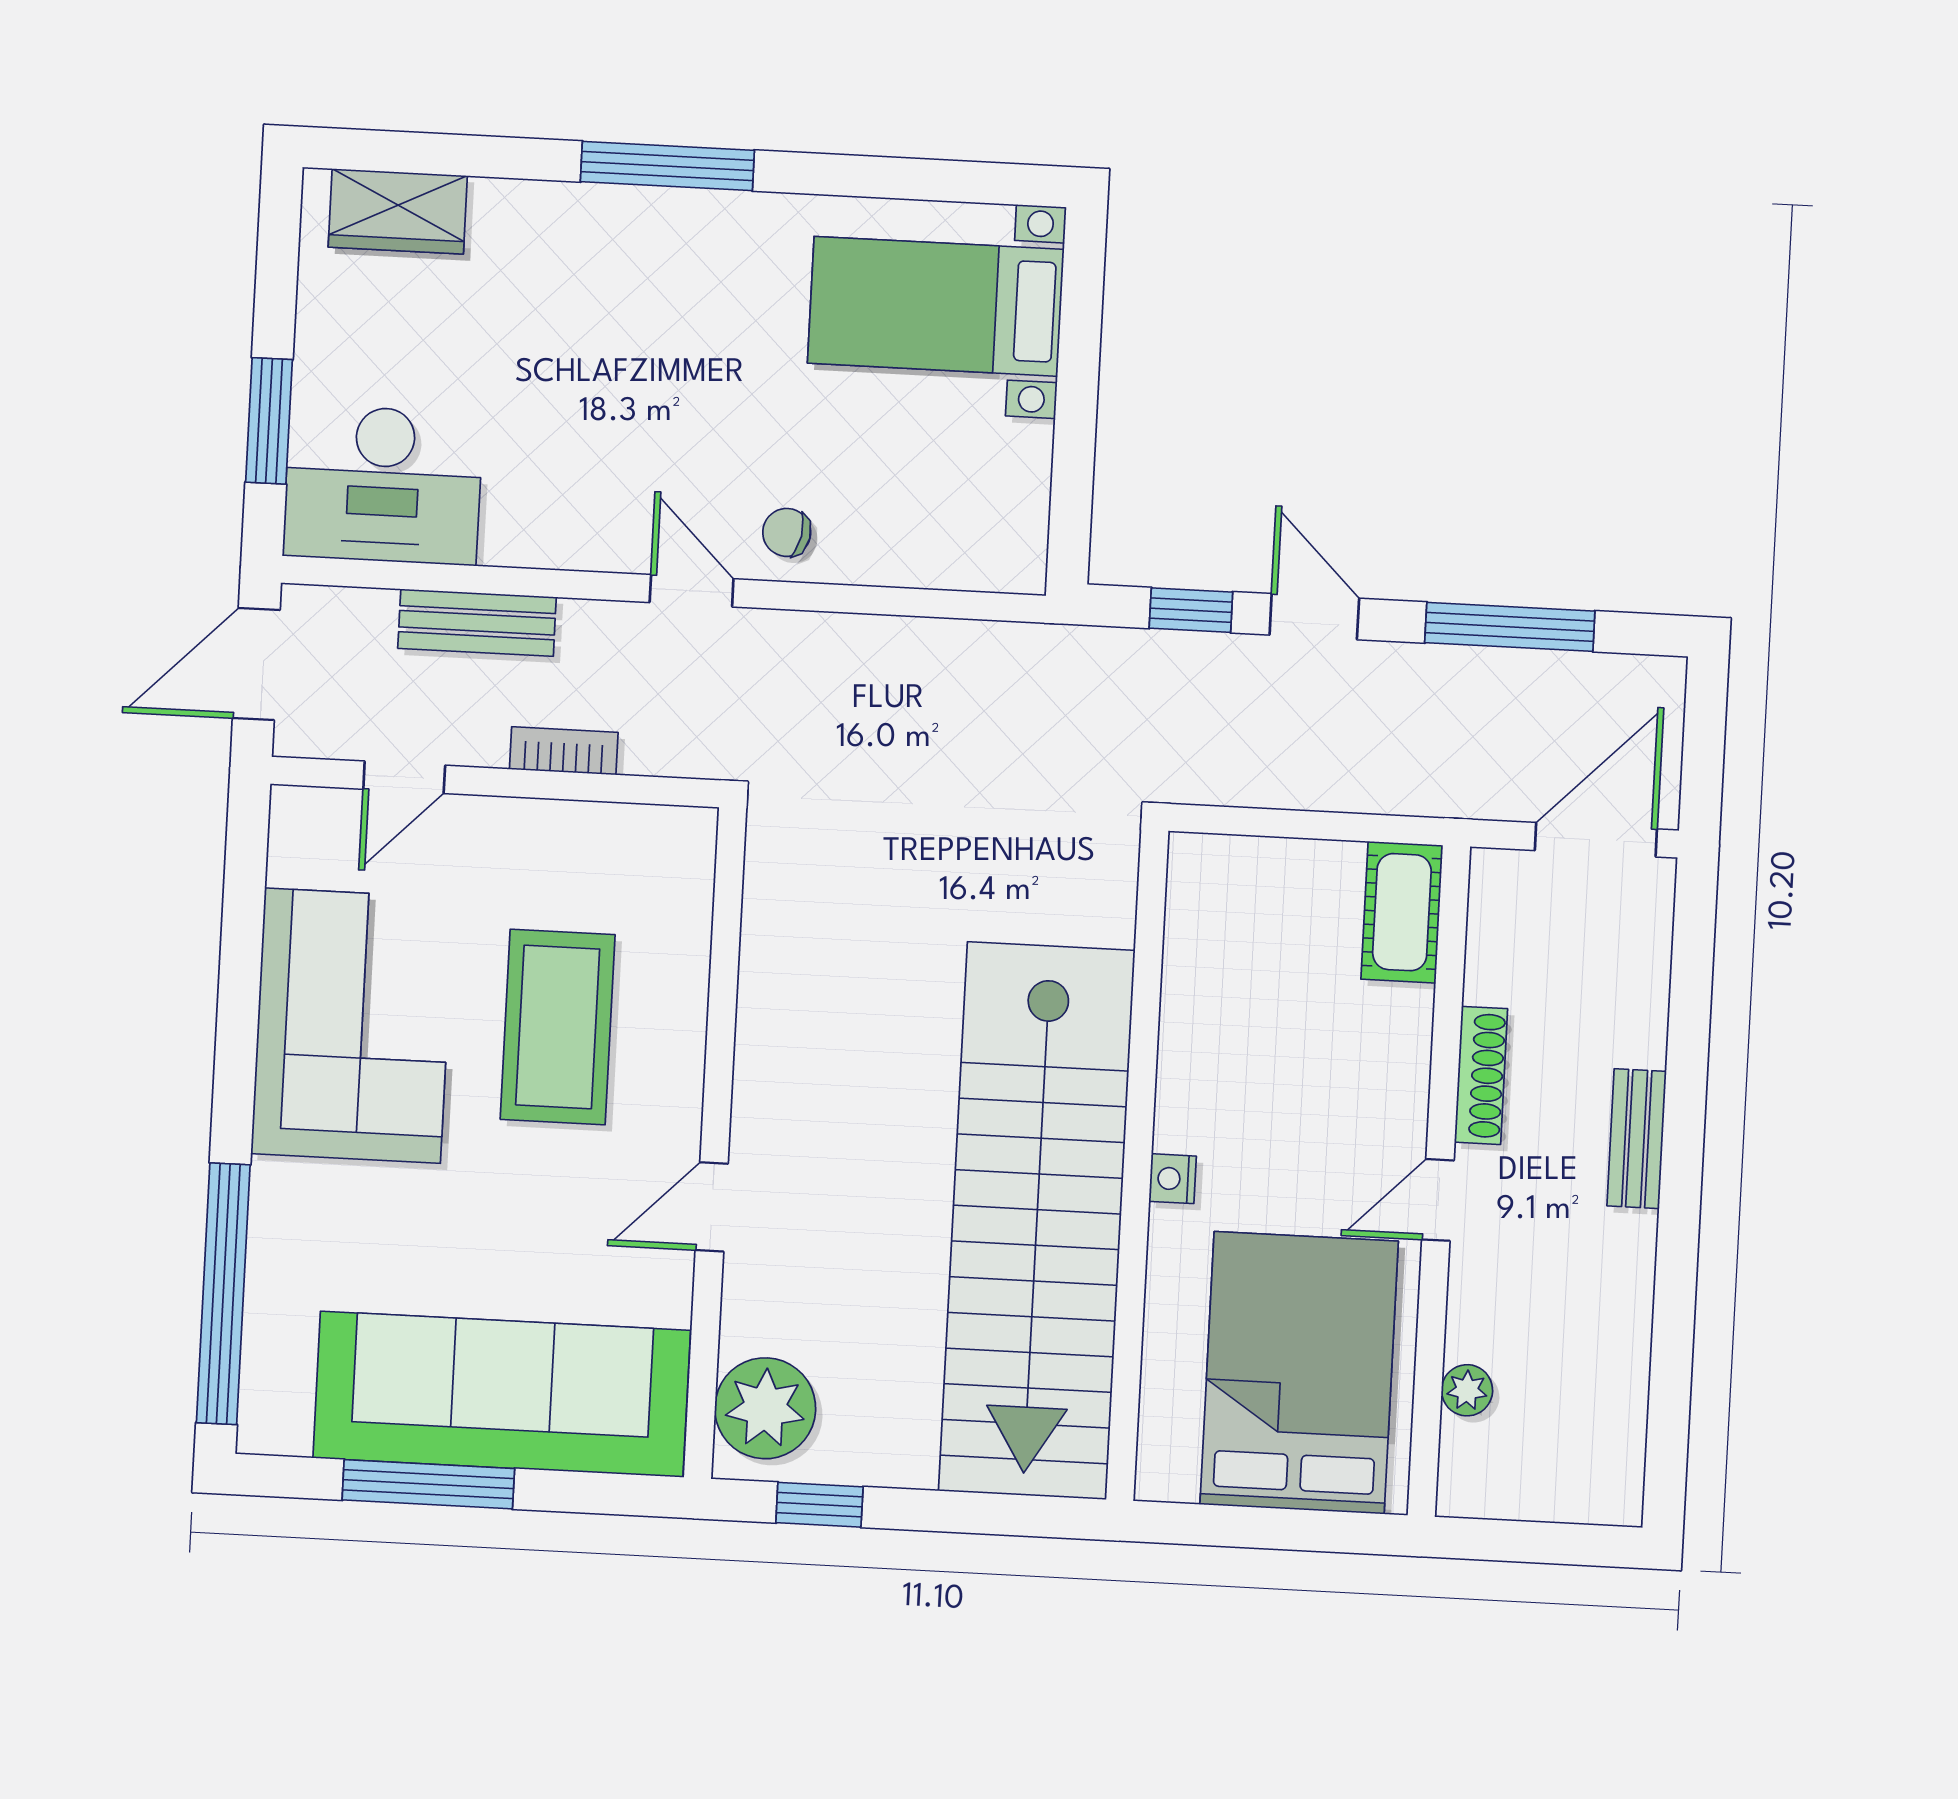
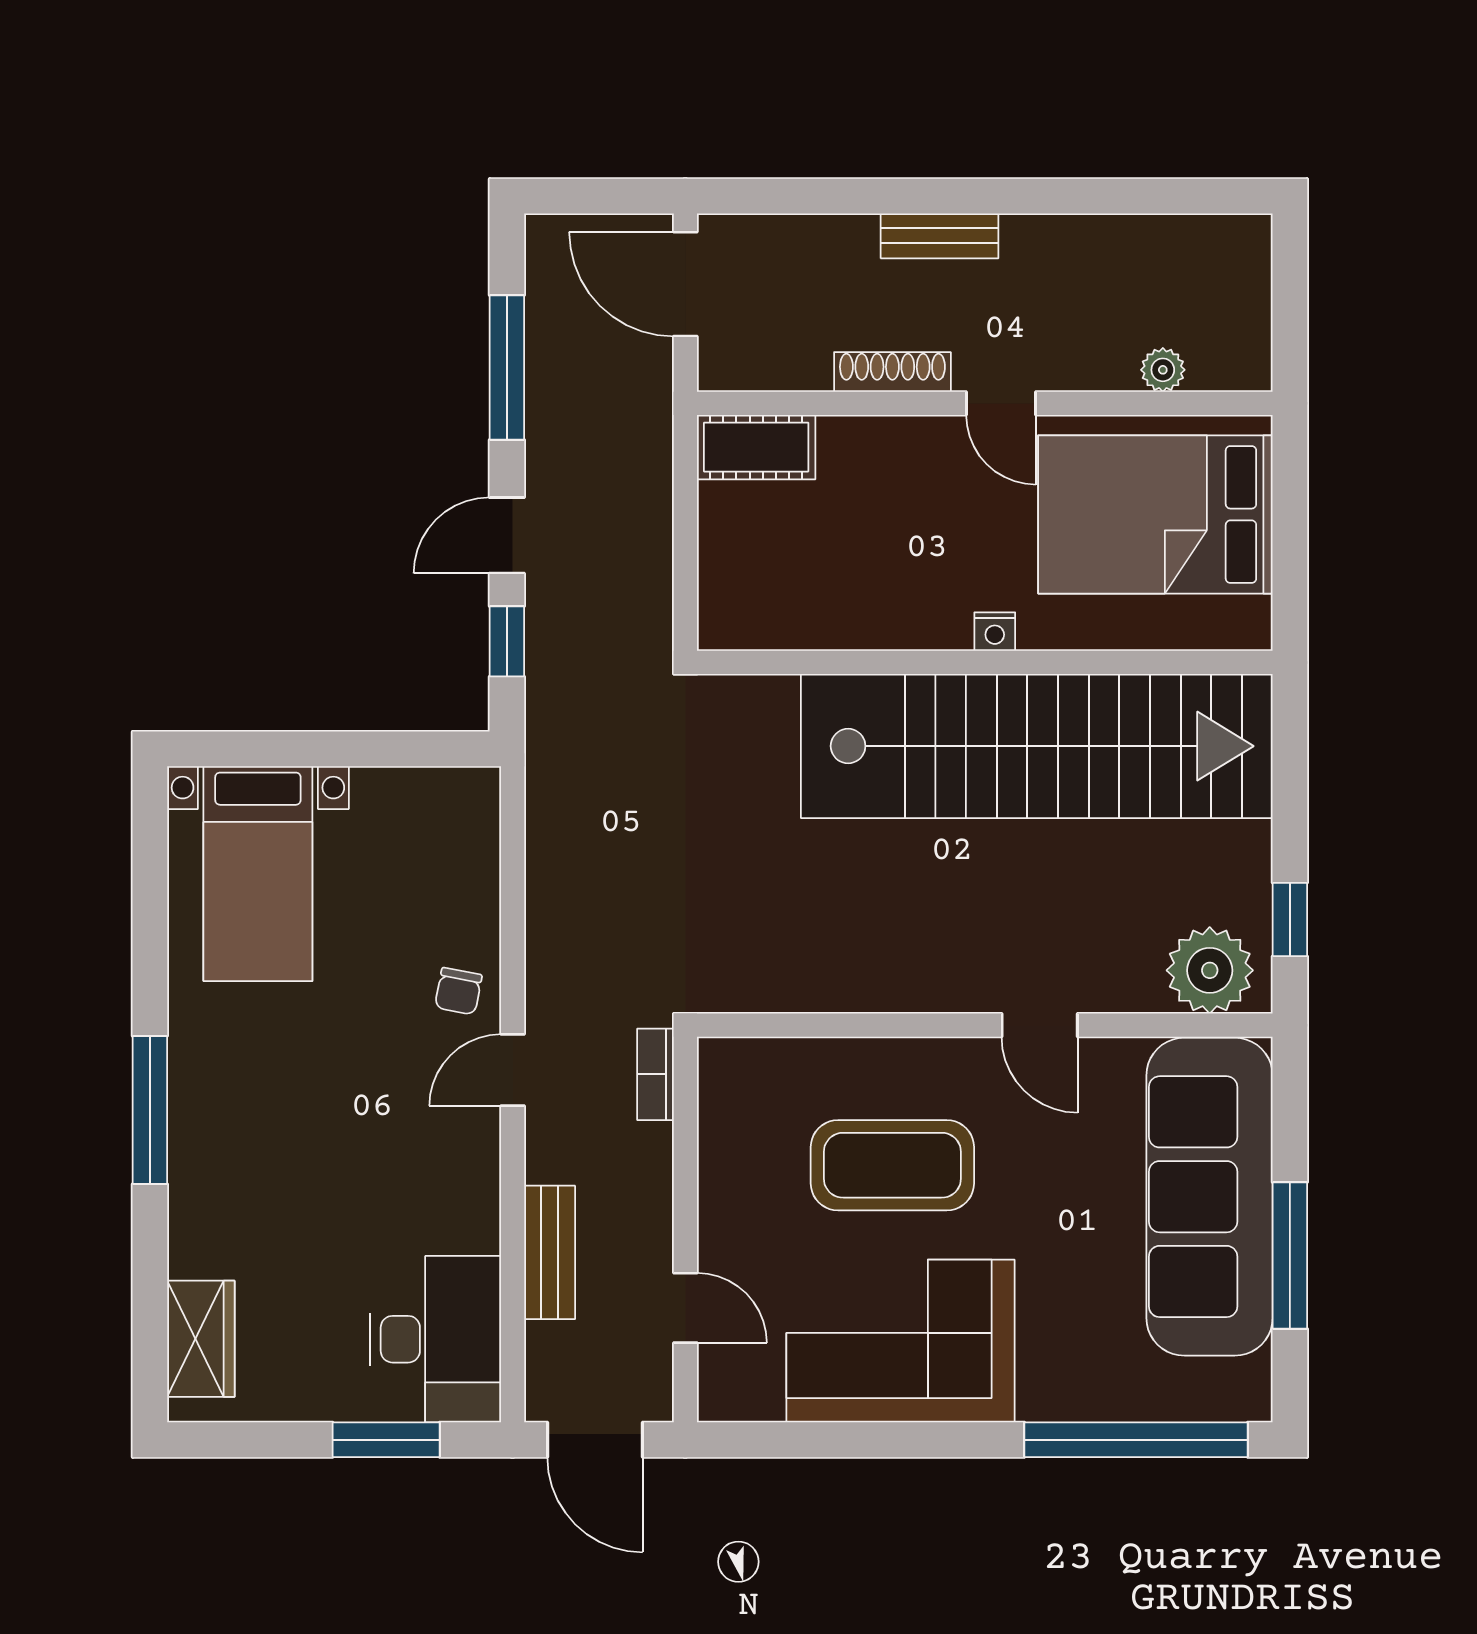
bookcase: (564, 751) -> (656, 1074), moved

